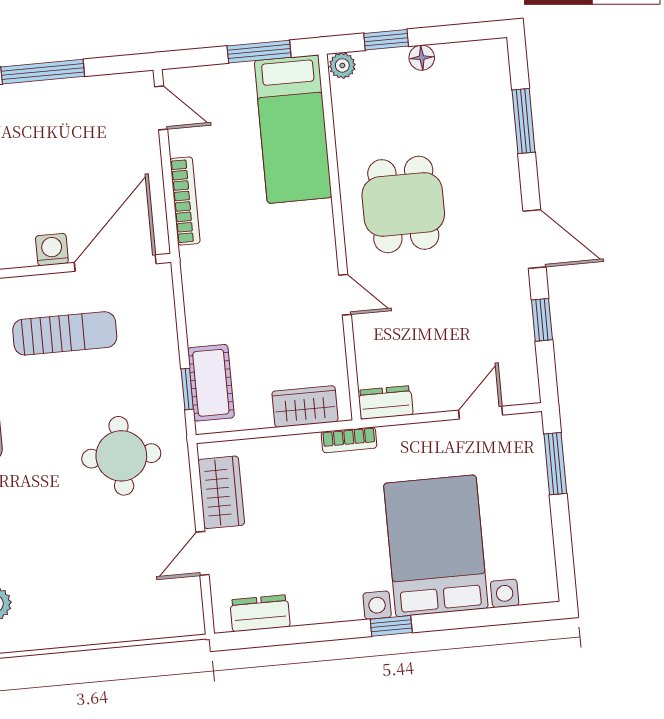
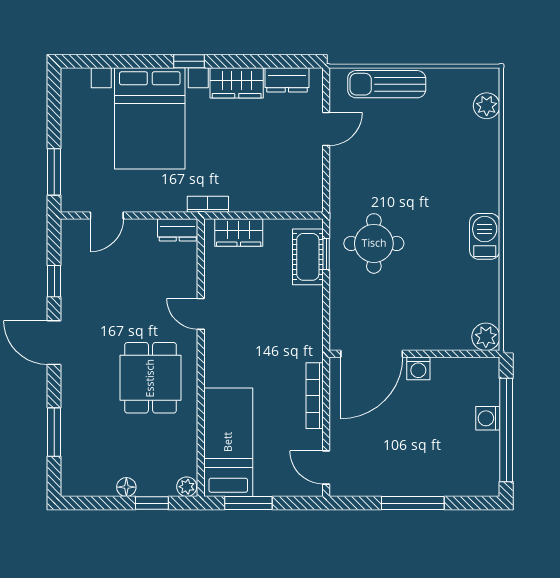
sun lounger: (65, 333) -> (387, 84), moved
round table: (121, 456) -> (374, 243), moved
wardrobe: (221, 492) -> (237, 83), moved, turned -90

